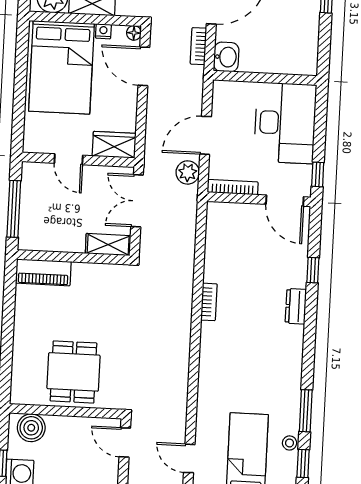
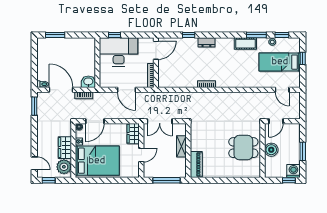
plant: (188, 172) -> (145, 98), removed
window: (318, 174) -> (115, 35), moved
shelving: (108, 245) -> (181, 146), moved
cot: (289, 387) -> (245, 44), added
boiler: (31, 428) -> (271, 150), moved
door: (189, 458) -> (282, 90), hinge flipped

